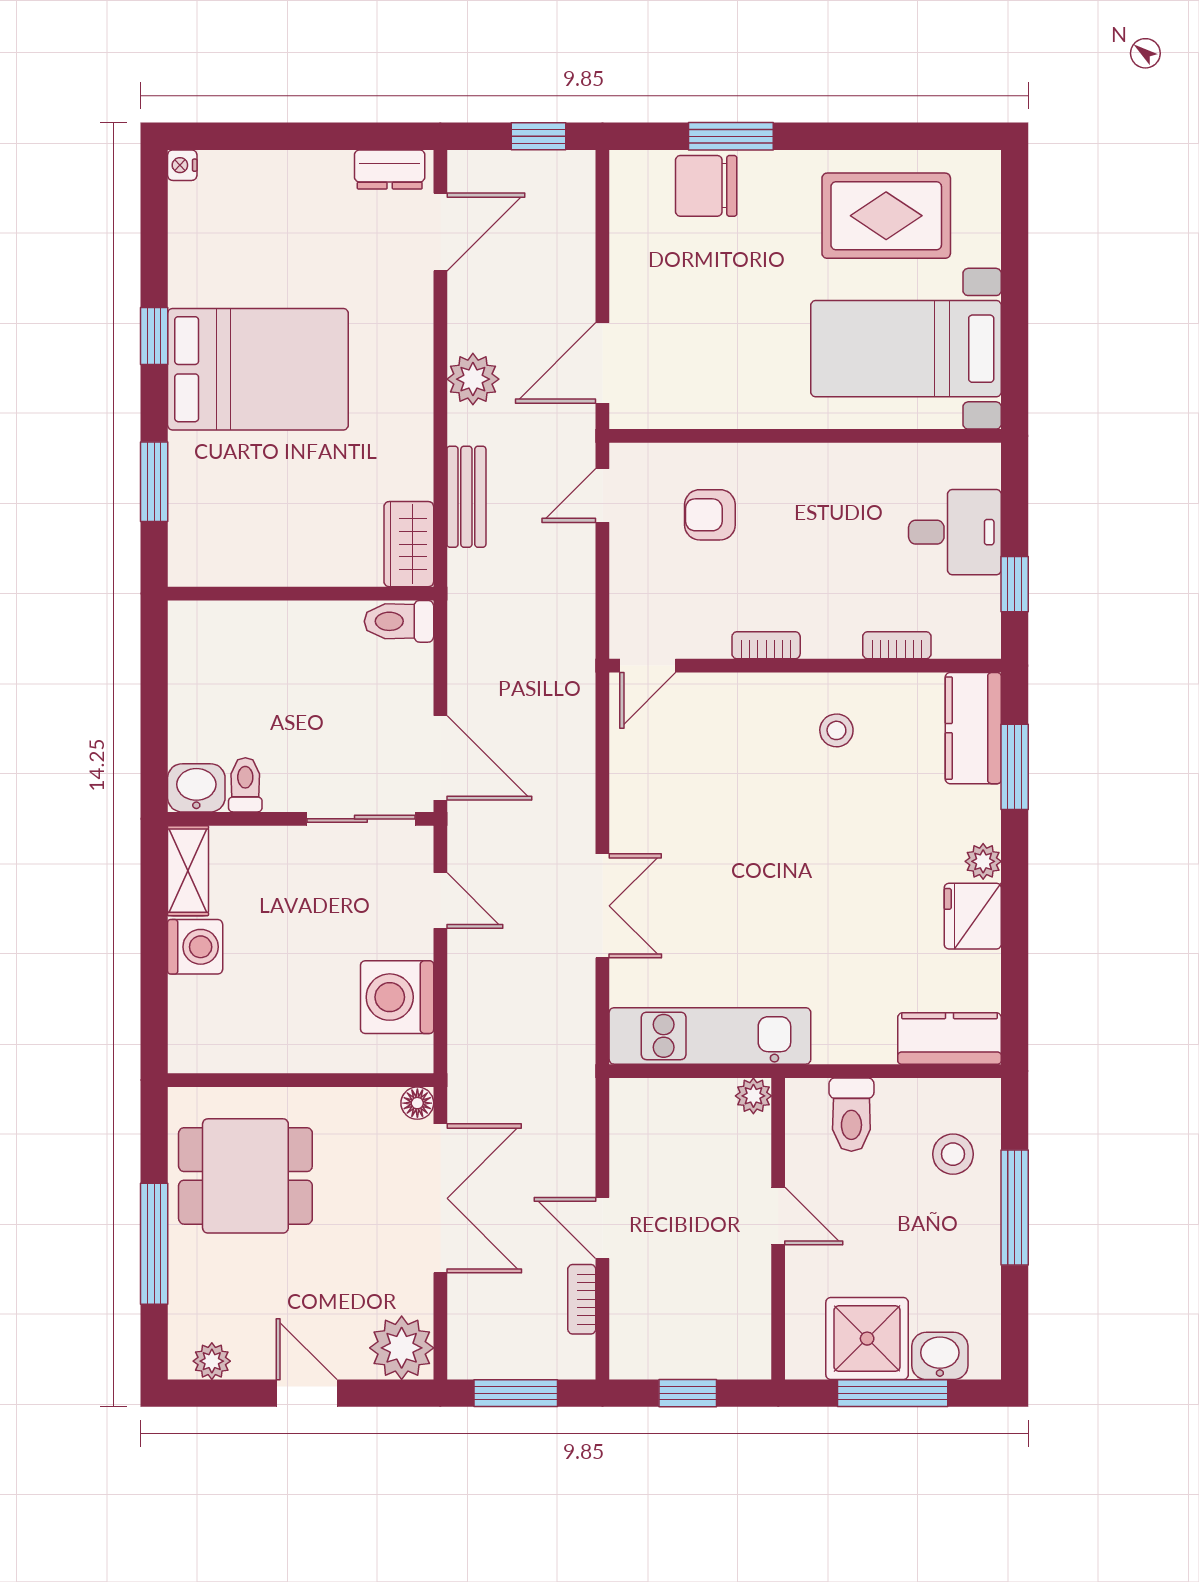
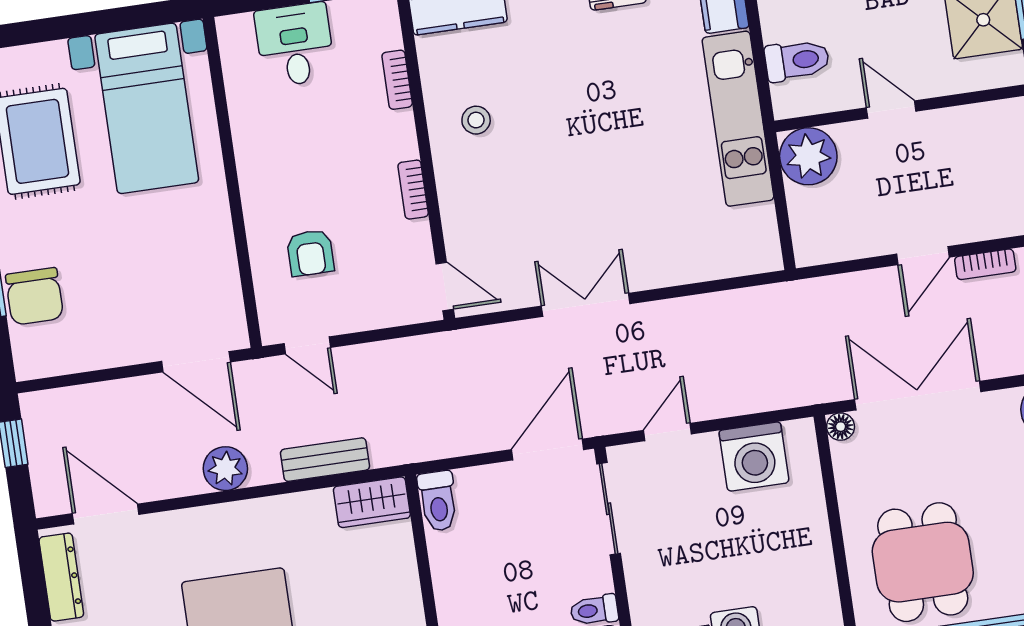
dresser: (390, 169) -> (61, 577), width x1.44
double door: (602, 906) -> (586, 305), moved
kitchen unit: (710, 1036) -> (738, 119), moved
plant: (753, 1096) -> (808, 156), width x1.88, depth x1.88
door: (778, 1216) -> (891, 109), hinge flipped

